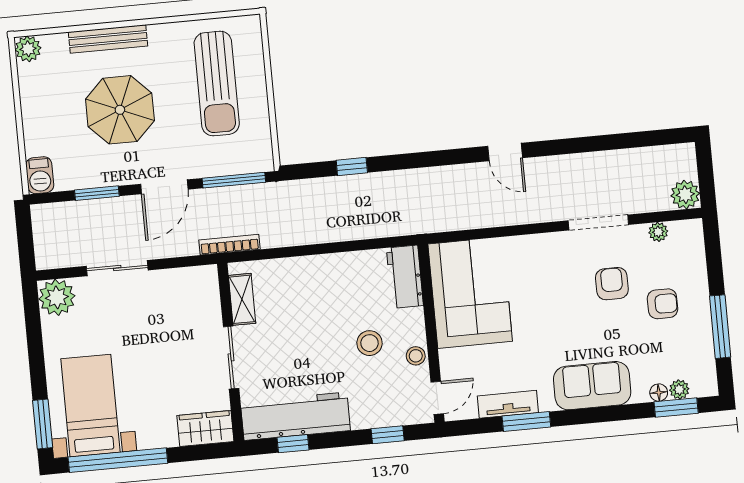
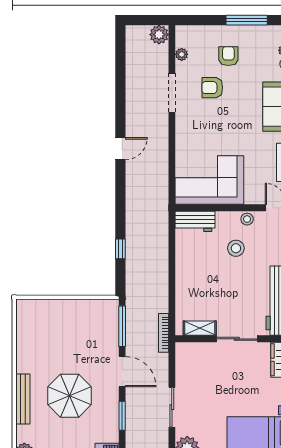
sun lounger: (217, 84) -> (58, 331), removed

